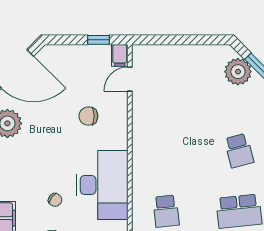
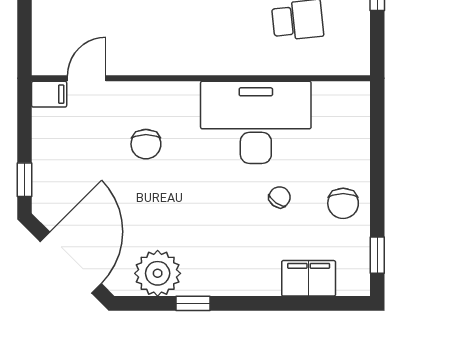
window: (99, 40) -> (25, 180), moved
door: (130, 79) -> (87, 78), swing flipped

